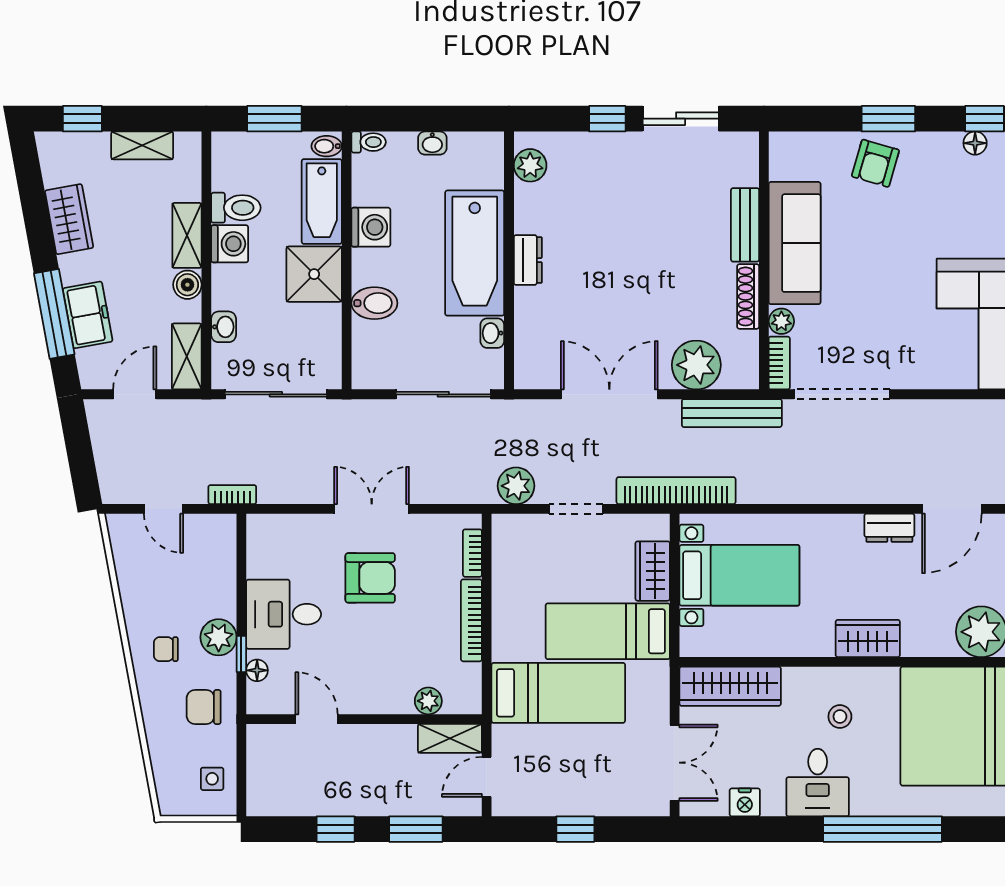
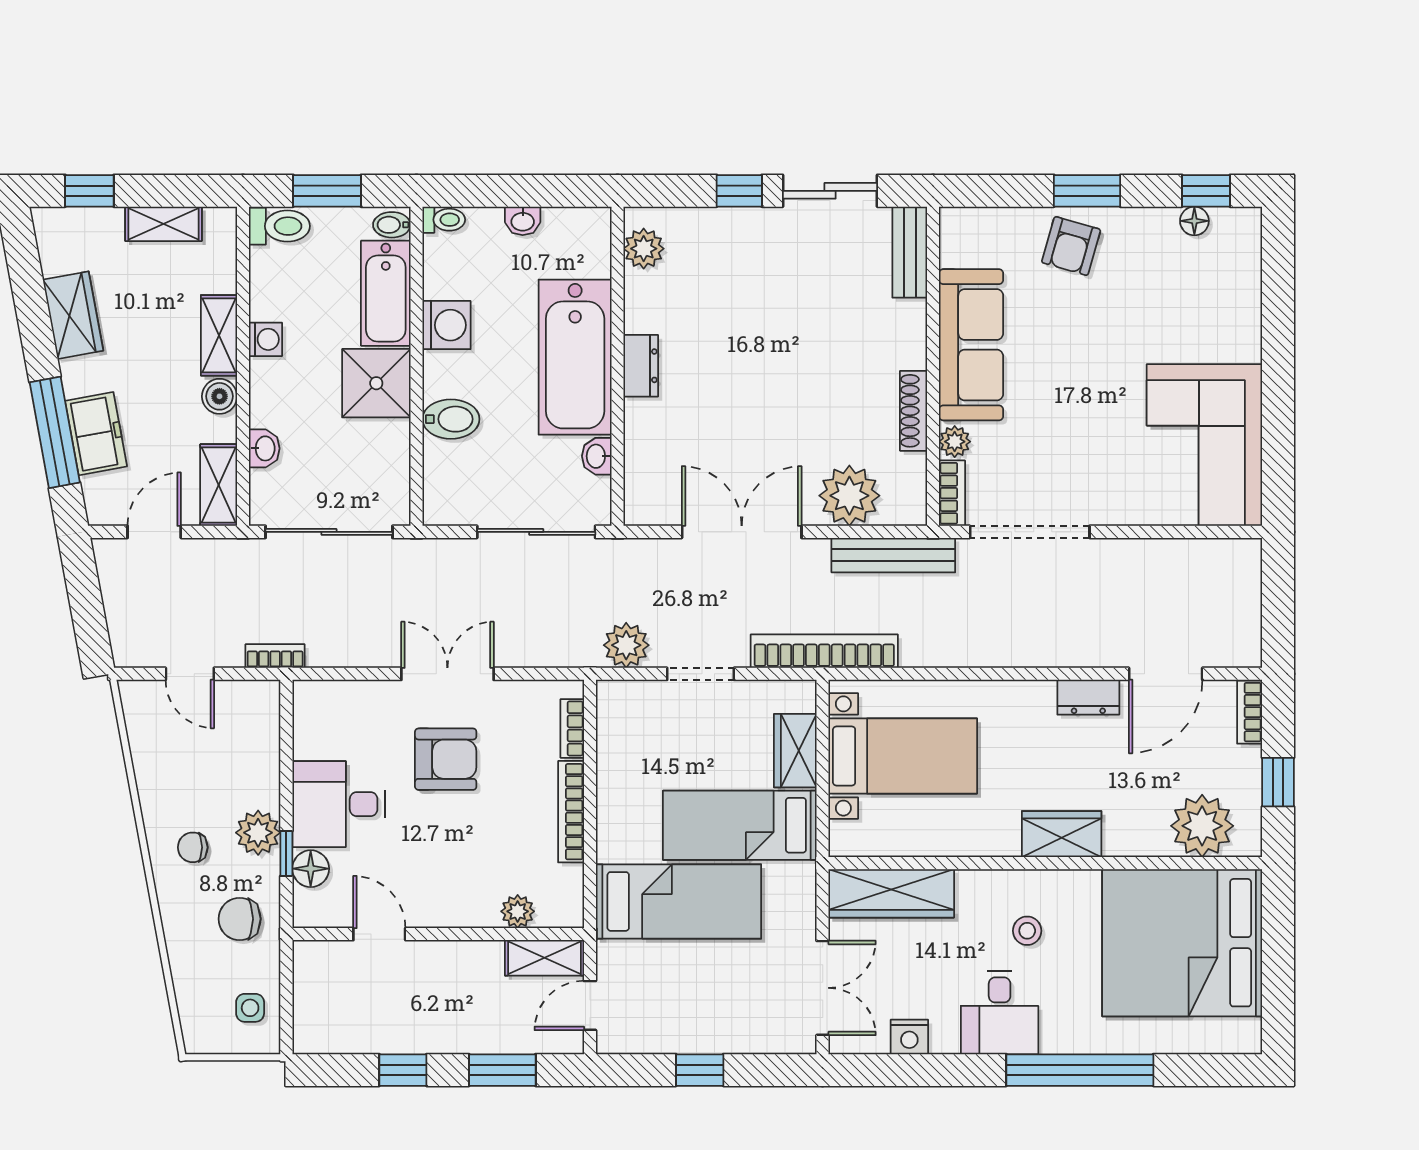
toilet: (236, 208) -> (279, 226), moved
bench: (745, 225) -> (910, 252), moved
washing machine: (230, 244) -> (266, 339), width x0.73, depth x0.73
floor lamp: (257, 670) -> (311, 869), width x1.37, depth x1.37

